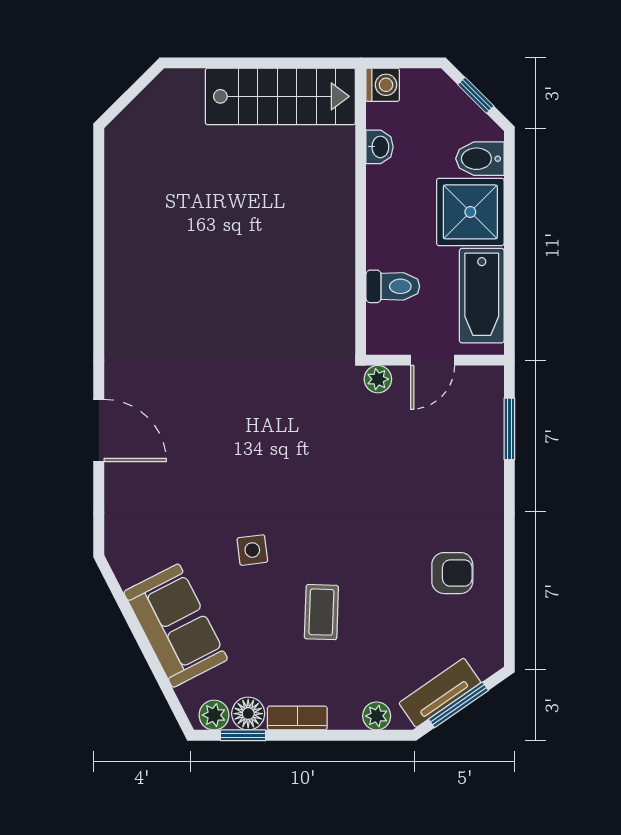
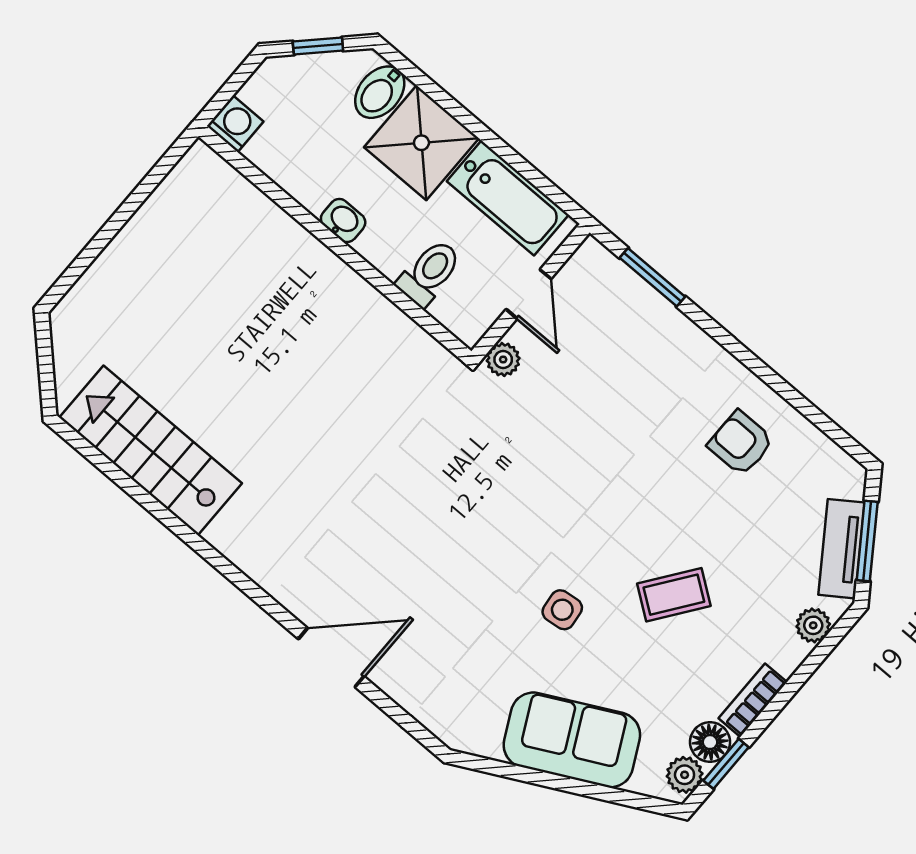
stairs: (280, 96) -> (151, 450), moved, turned -90
washbasin: (380, 147) -> (343, 221), moved
armchair: (452, 573) -> (741, 443), turned -90
coffee table: (321, 612) -> (674, 595), turned -56

